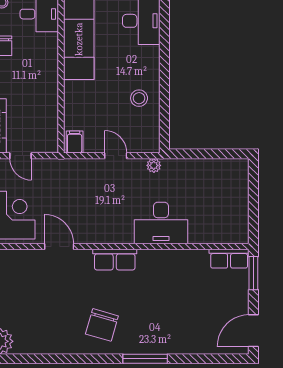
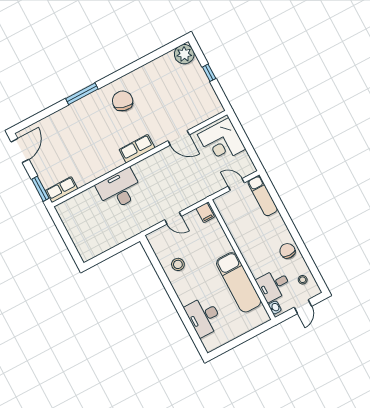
plant: (154, 165) -> (144, 225), removed

